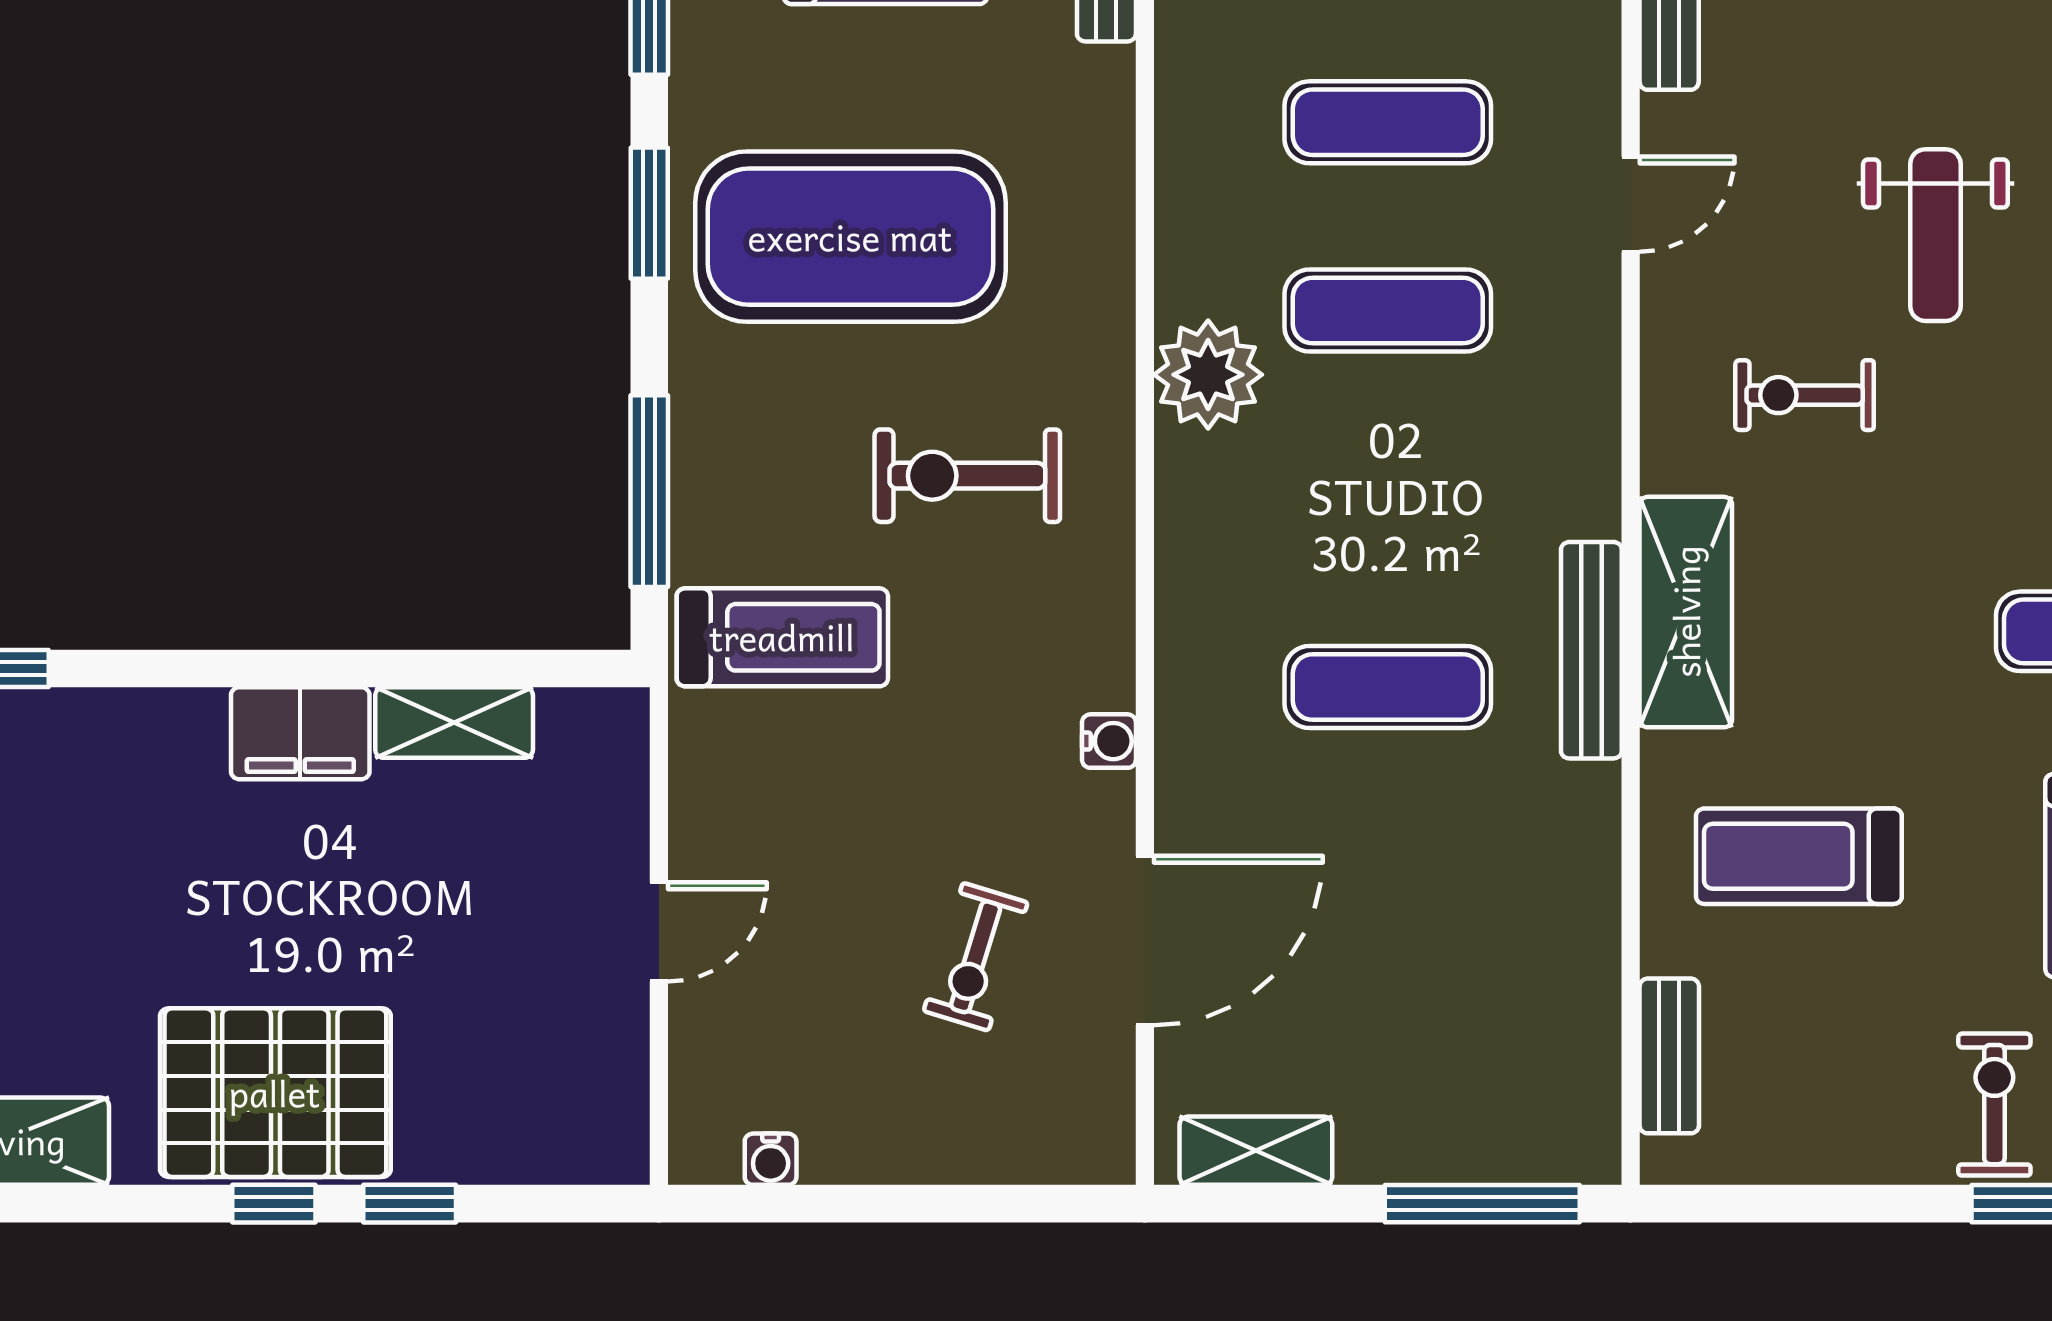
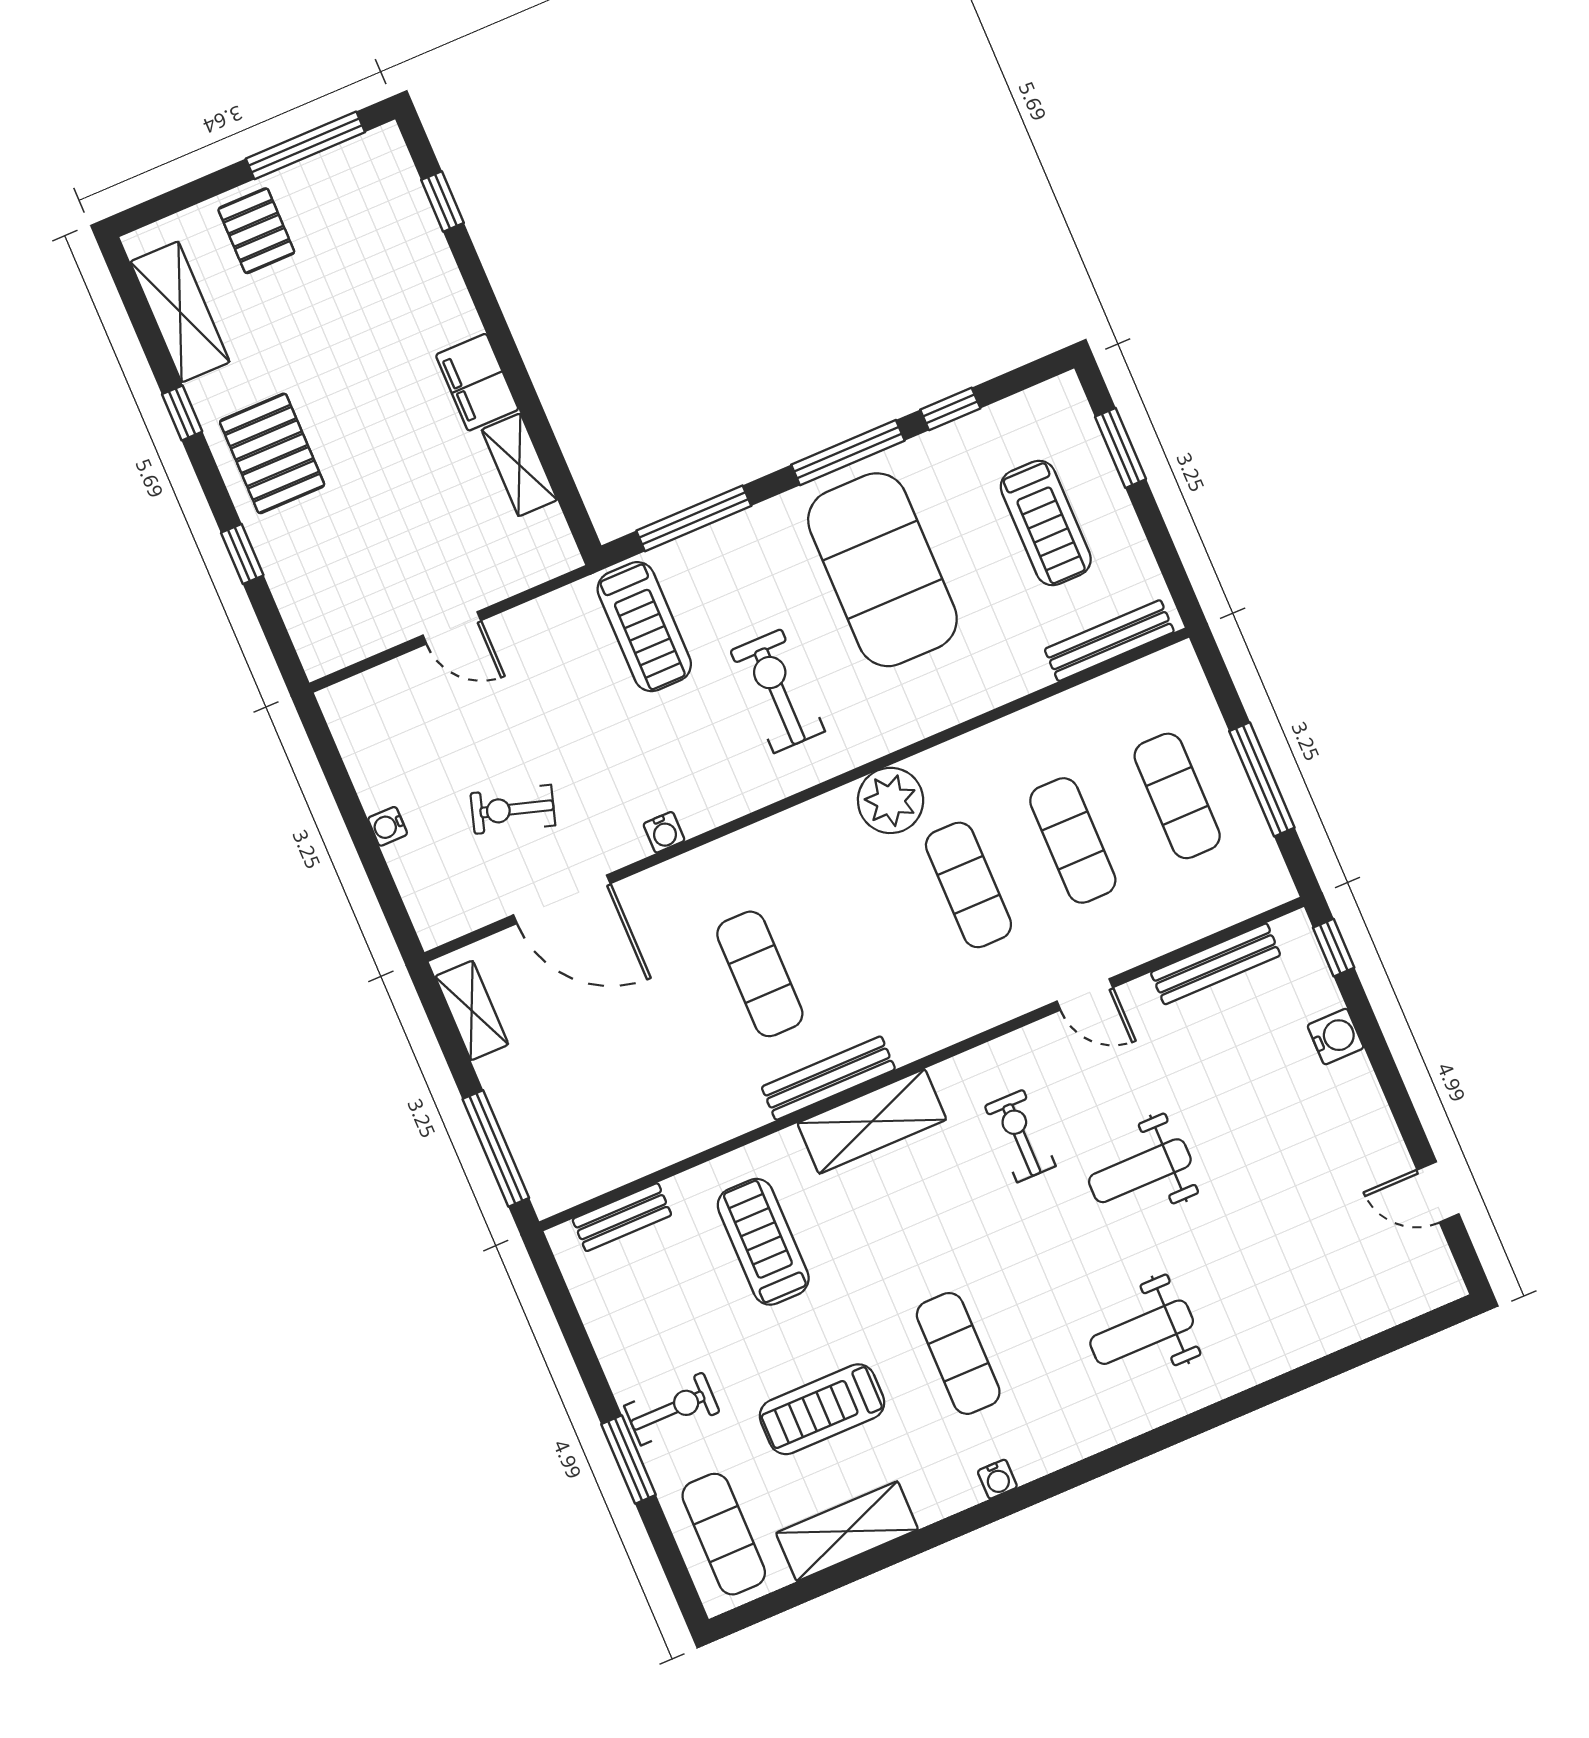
window: (649, 213) -> (848, 453), width x1.44
pallet: (275, 1093) -> (272, 453), width x0.73, depth x0.71
water cooler: (771, 1159) -> (388, 826), moved
window: (274, 1204) -> (182, 413), moved

